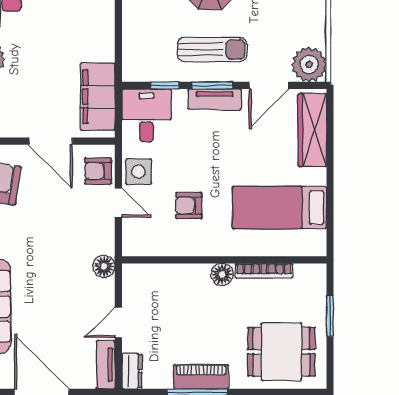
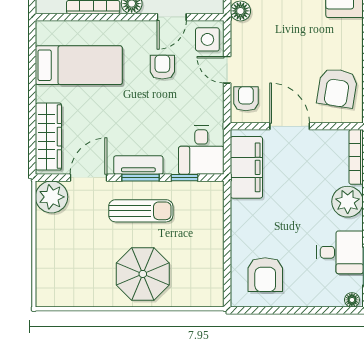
sun lounger: (212, 49) -> (141, 211), turned 180
armchair: (98, 171) -> (246, 99), turned -90
side table: (139, 172) -> (207, 39), moved
armchair: (189, 206) -> (162, 67), turned -90
door: (179, 260) -> (172, 17), added

